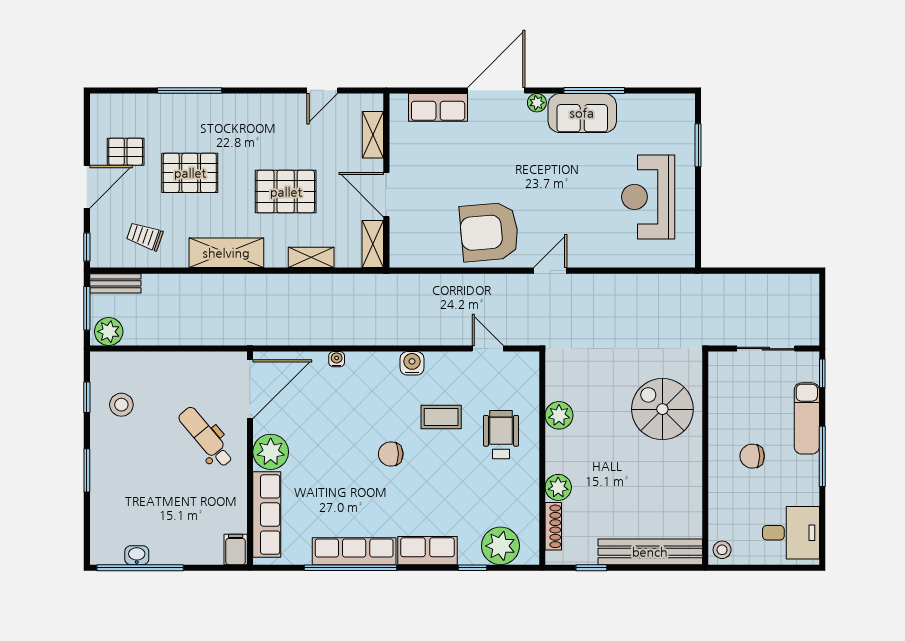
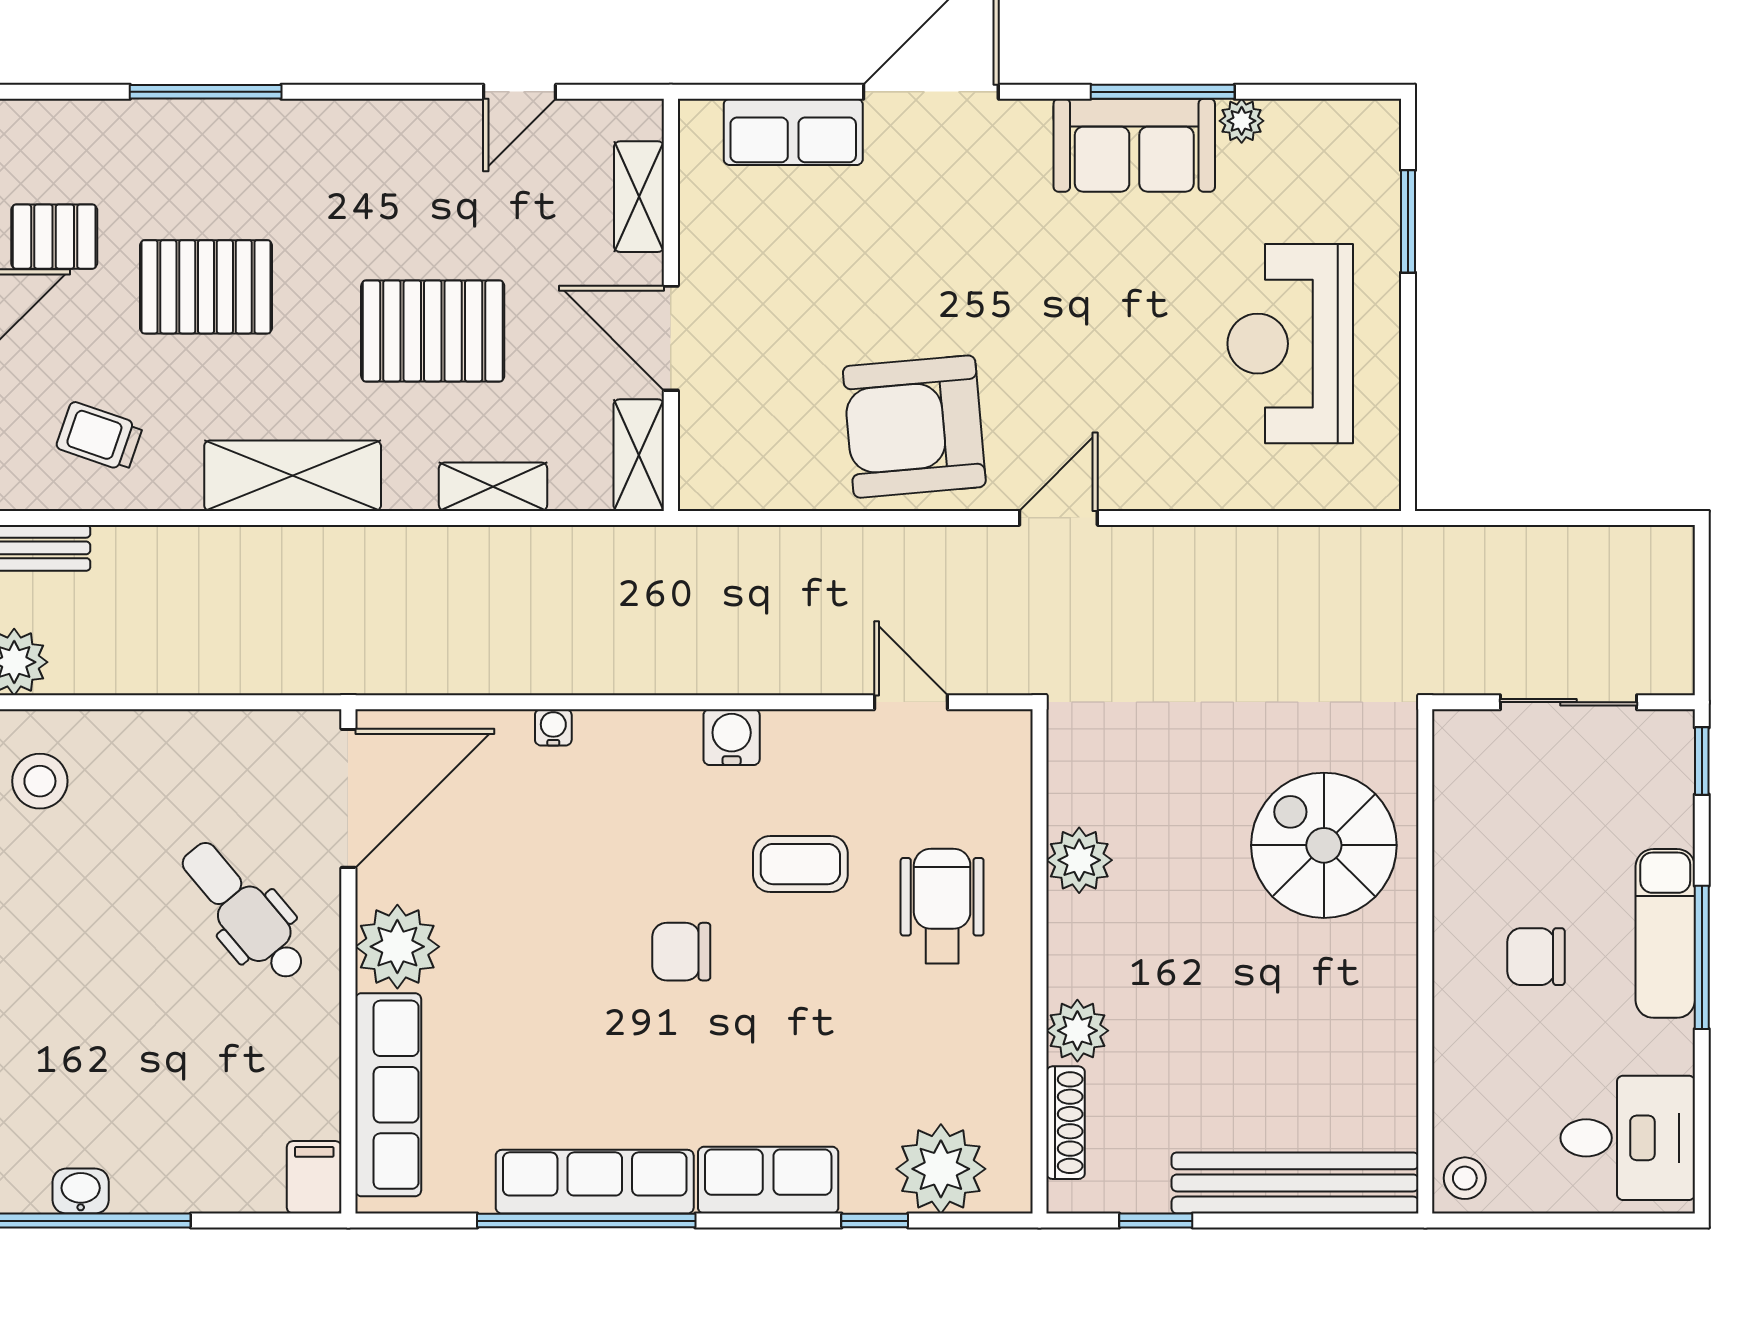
plant: (537, 103) -> (1242, 121), moved
stool: (121, 405) -> (40, 781), moved
exam couch: (807, 418) -> (1665, 933), moved

